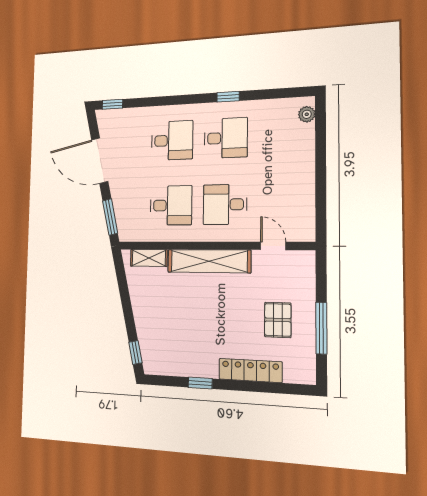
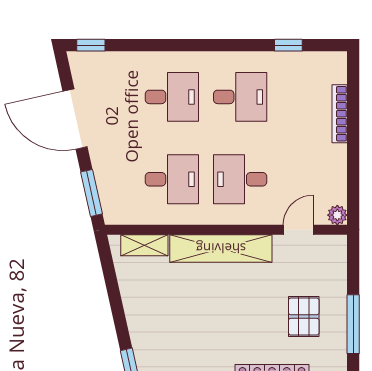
window: (228, 97) -> (288, 45), moved
plant: (307, 114) -> (337, 215), moved
bookcase: (309, 148) -> (340, 114), added
door: (273, 246) -> (298, 230), hinge flipped

